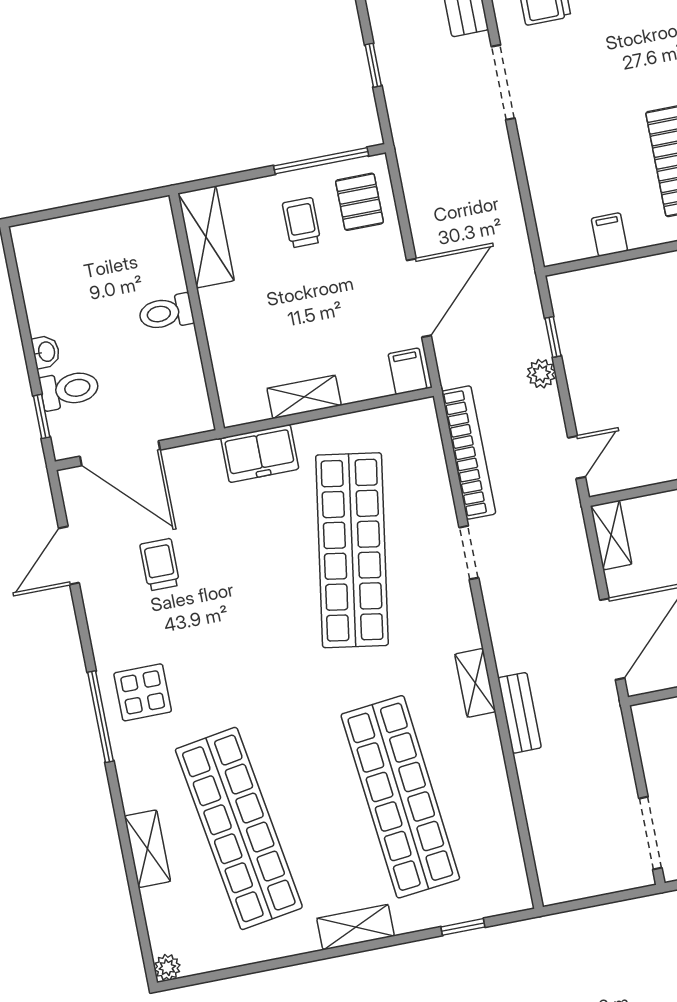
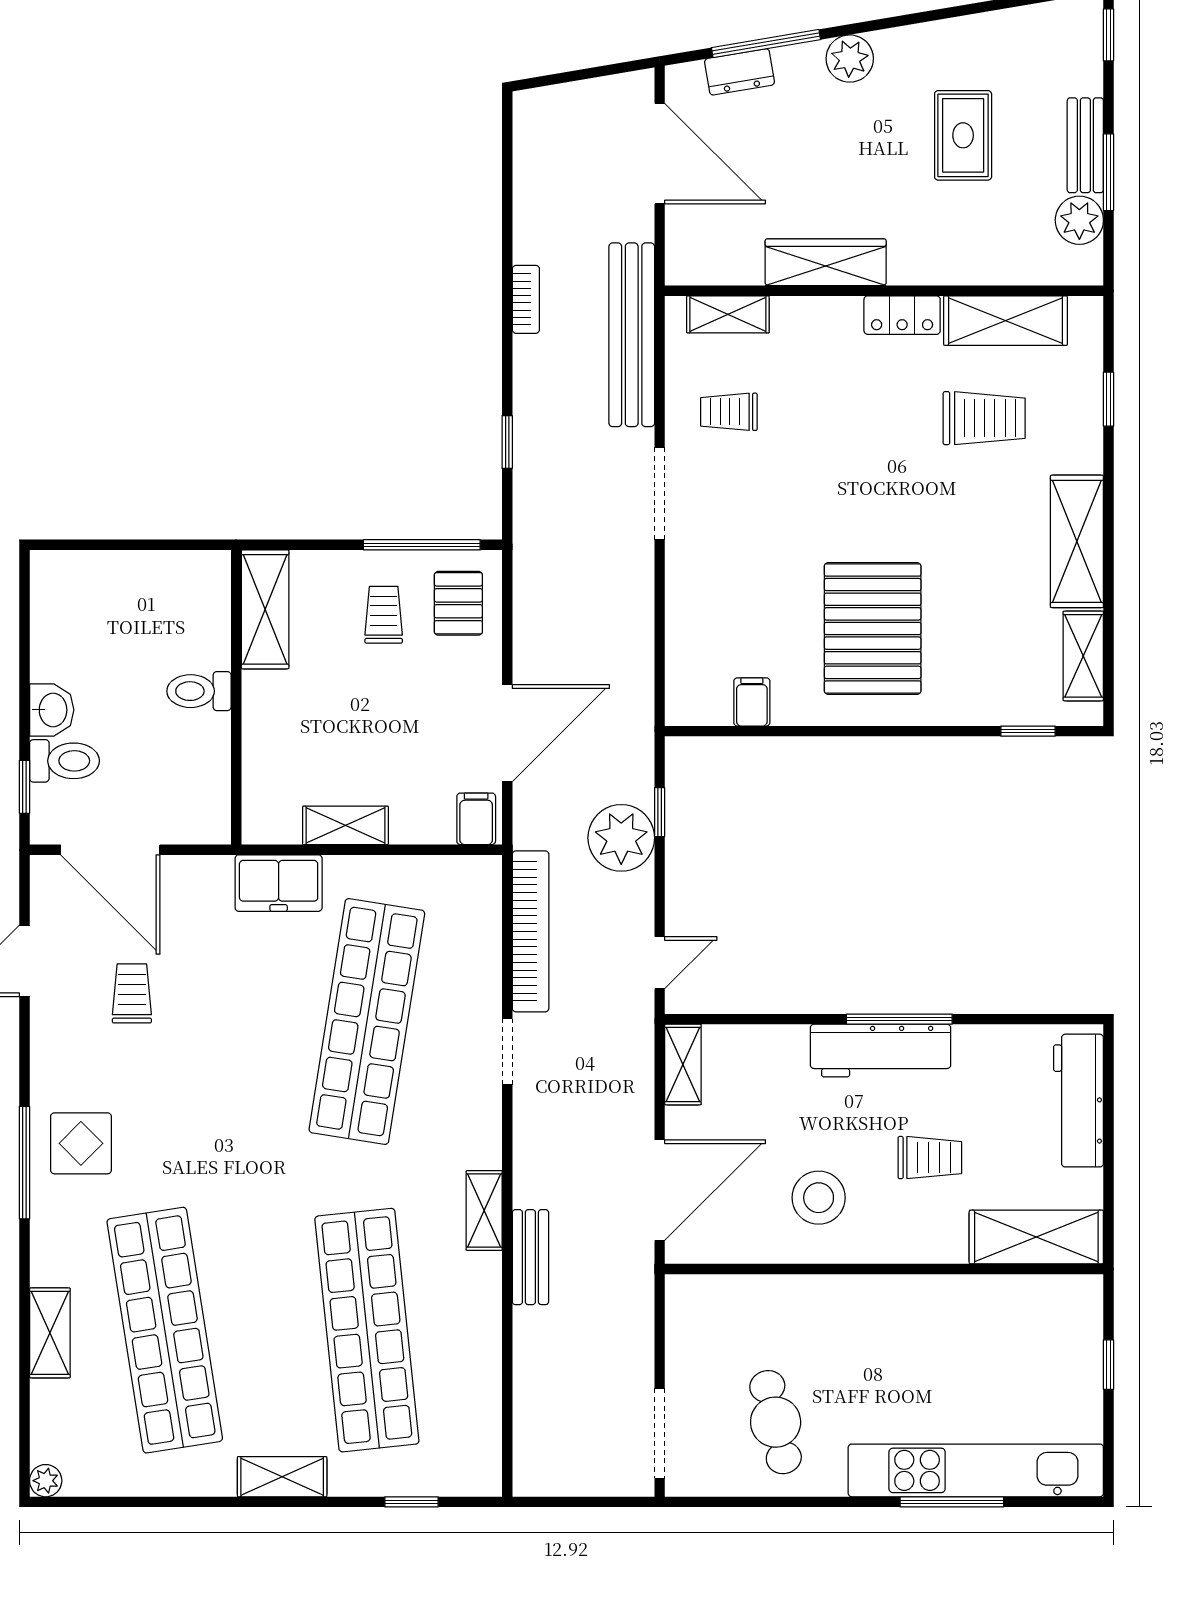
washbasin: (46, 352) -> (52, 710), width x1.38, depth x1.45
plant: (541, 374) -> (621, 838), width x1.88, depth x1.88

